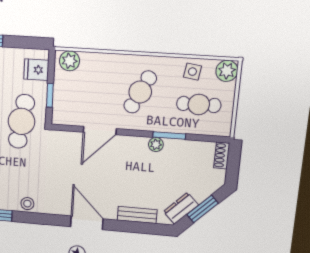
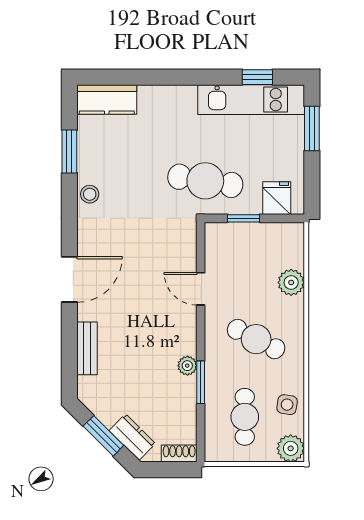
plant: (69, 61) -> (291, 282), moved
door: (100, 130) -> (201, 289), width x0.73
dresser: (181, 208) -> (132, 437), moved

